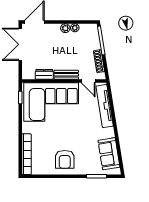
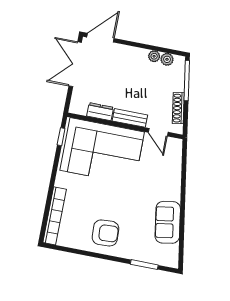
plant: (65, 28) -> (167, 59), moved
tv unit: (105, 106) -> (174, 171), removed
sofa: (109, 154) -> (168, 222), moved
armchair: (65, 159) -> (105, 233), turned -93

